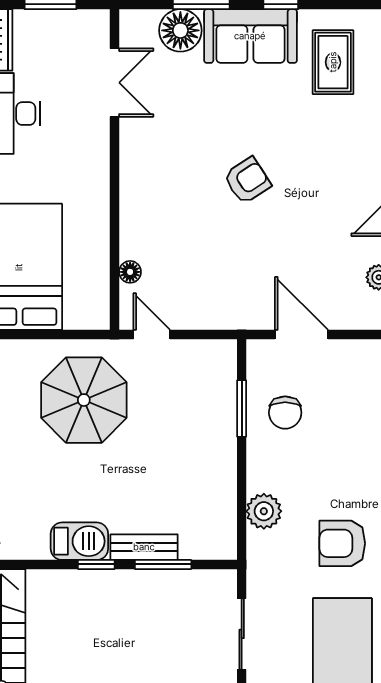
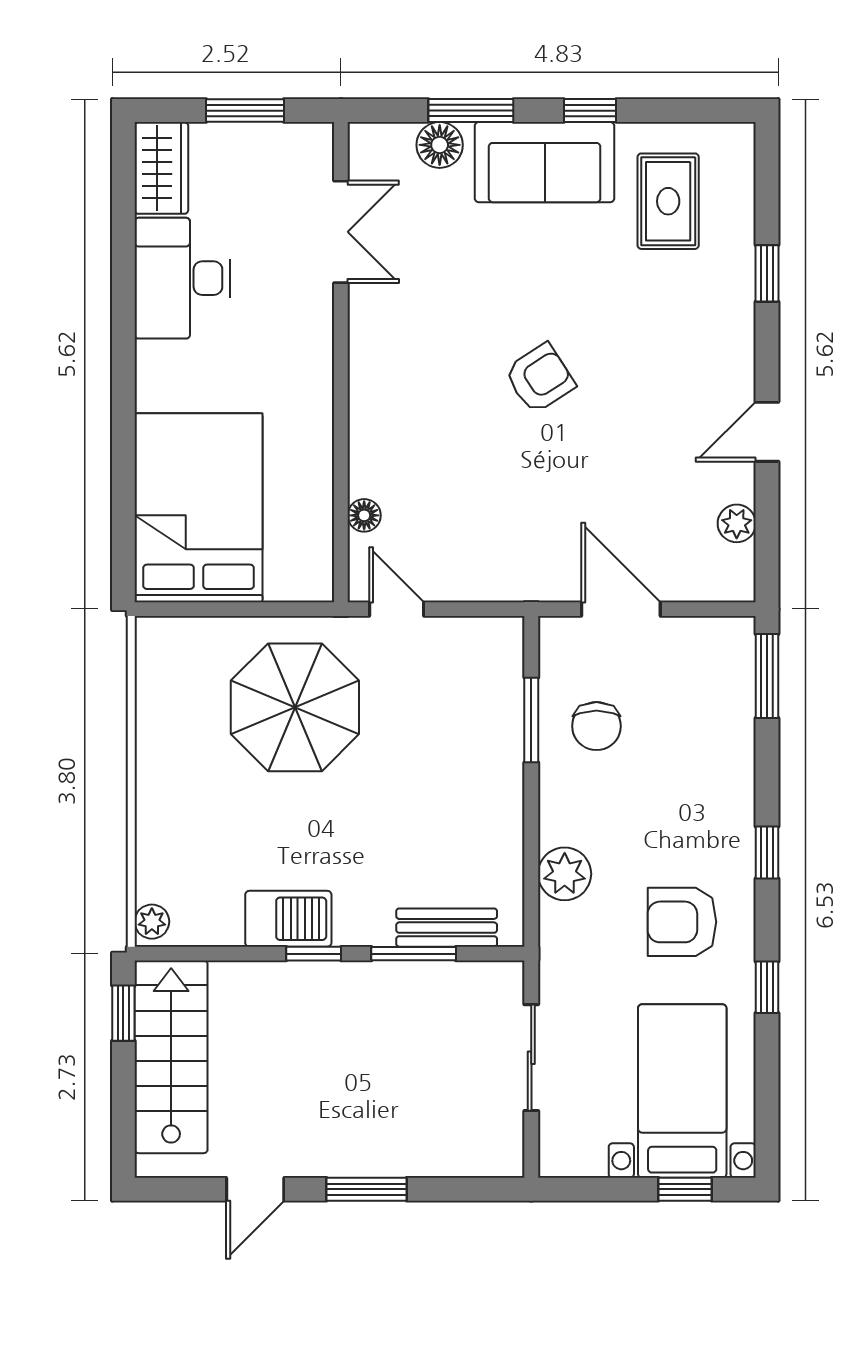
floor lamp: (180, 30) -> (440, 145), width x0.73, depth x0.73
bench: (144, 547) -> (447, 928), moved

